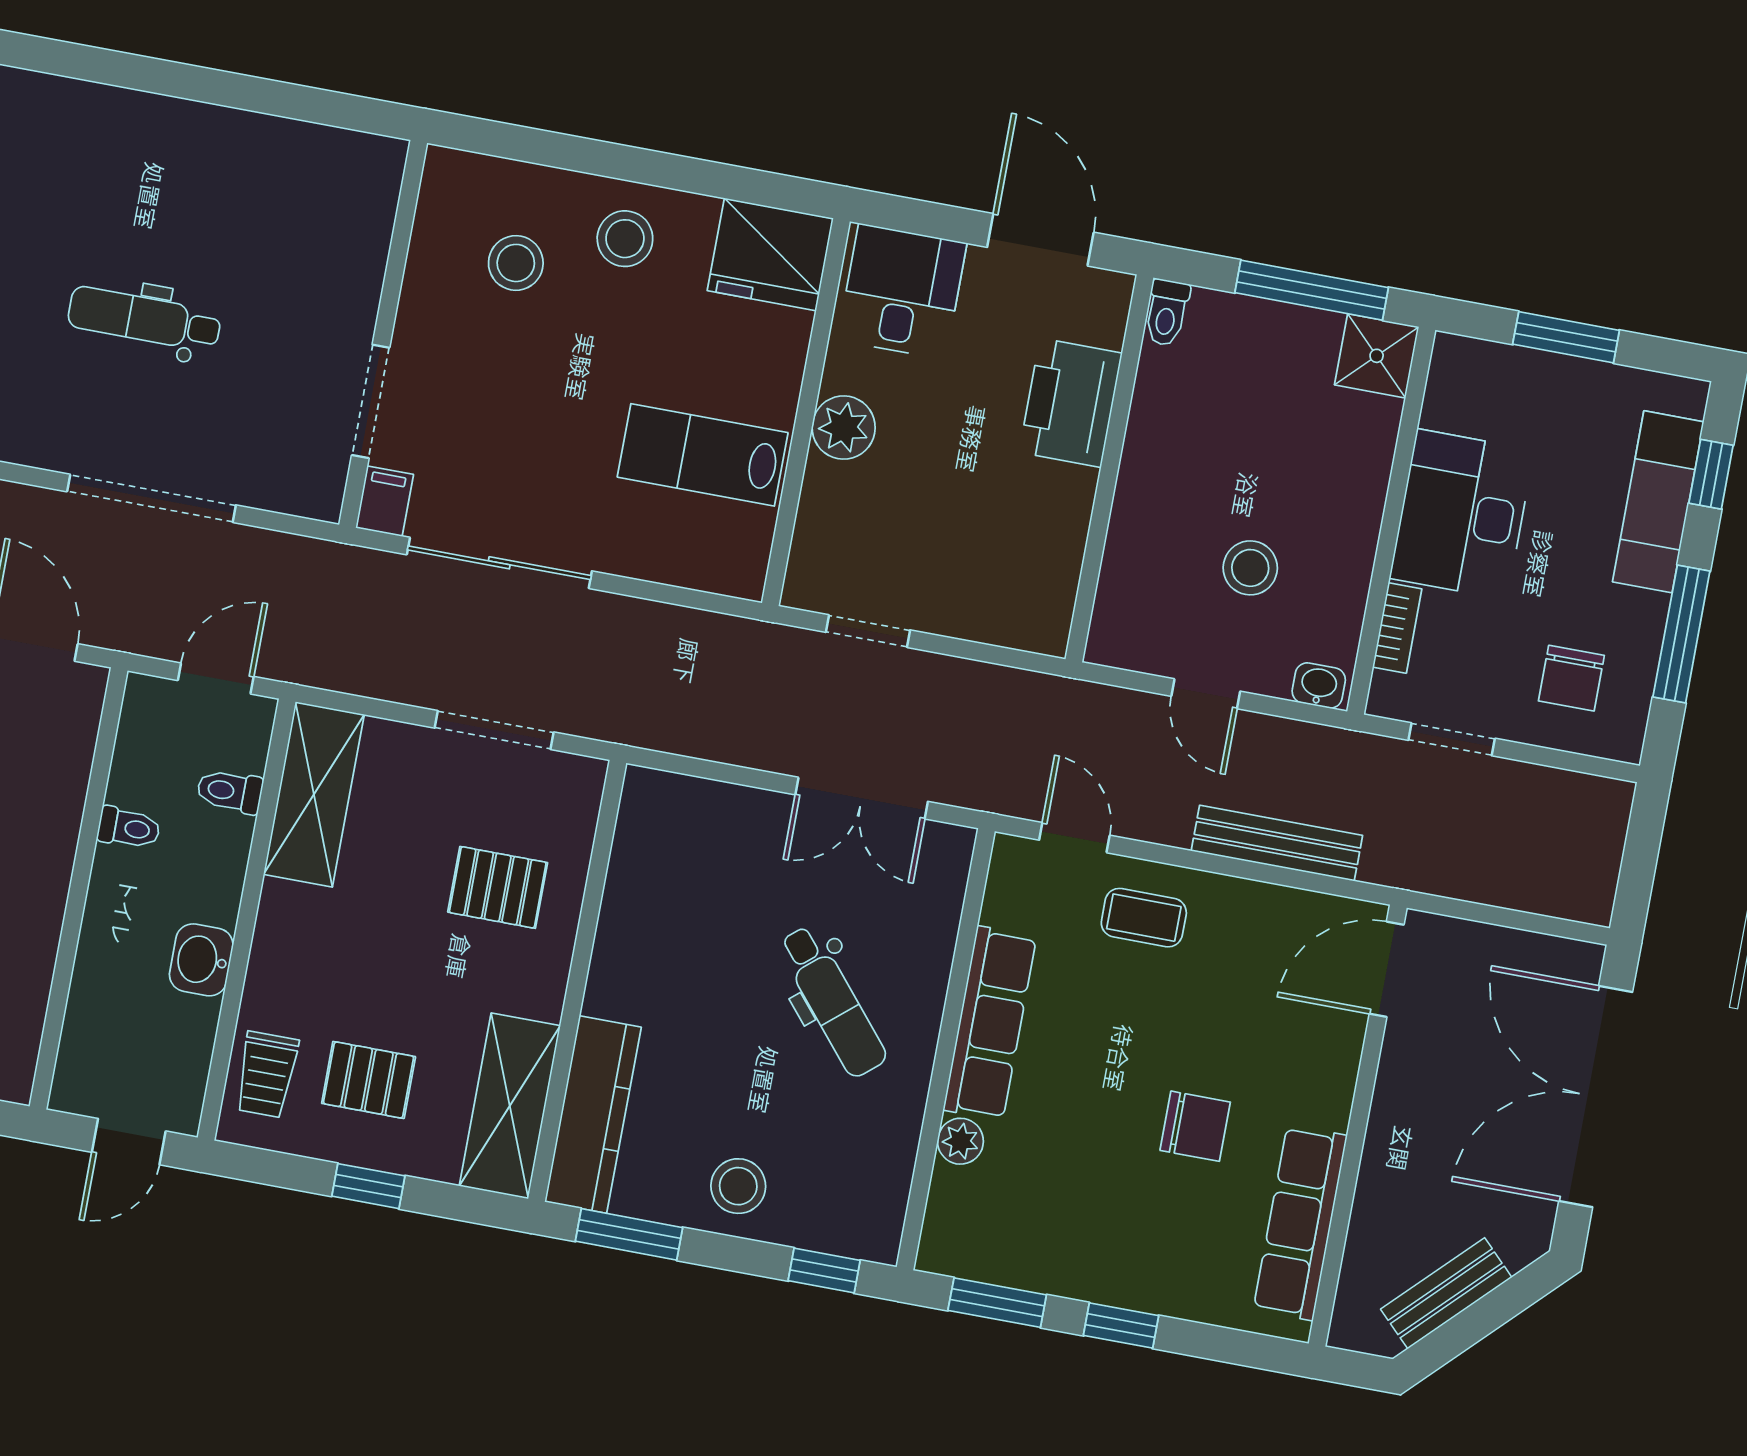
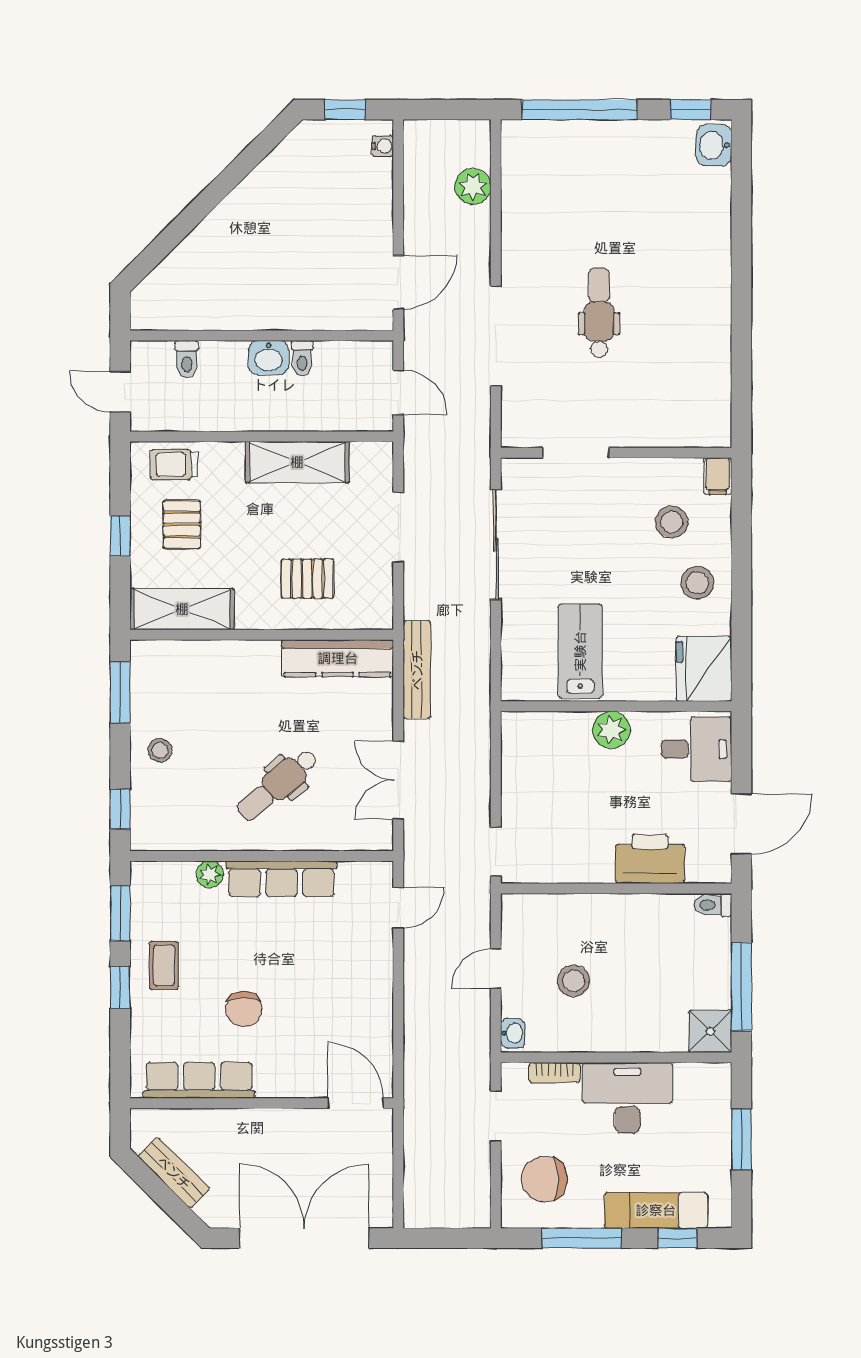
filing cabinet: (385, 501) -> (718, 476), moved, turned 90
doorway: (868, 631) -> (496, 852), moved
chair: (1571, 678) -> (544, 1179), width x1.37, depth x1.37
doorway: (494, 730) -> (398, 527), moved
toilet: (230, 791) -> (187, 359), moved, turned 180
shelving: (314, 794) -> (297, 462), moved
bench: (1277, 843) -> (417, 670), moved
pallet: (498, 887) -> (307, 579), turned 90
coffee table: (1144, 918) -> (164, 965), moved
washbasin: (201, 960) -> (269, 358), moved, turned 180
kitchen counter: (593, 1115) -> (338, 658), moved
stool: (738, 1186) -> (160, 750), width x0.73, depth x0.73

